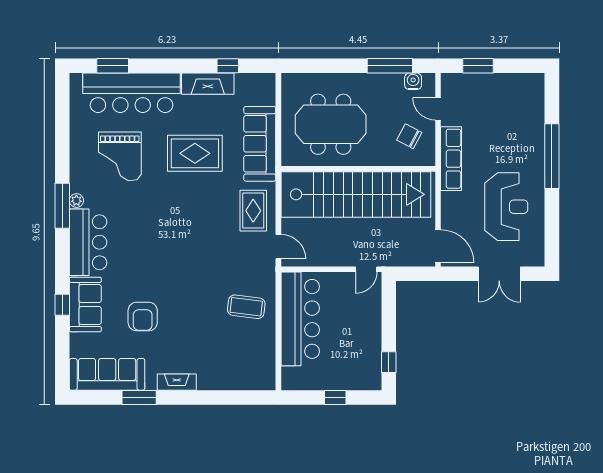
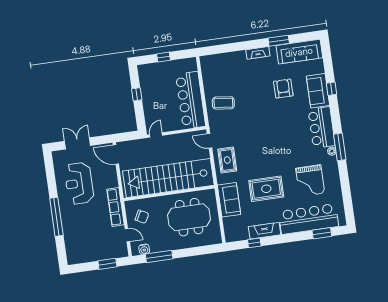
sofa: (260, 144) -> (229, 200), width x0.73
grand piano: (120, 156) -> (310, 181), turned 180
window: (389, 362) -> (137, 94), moved

